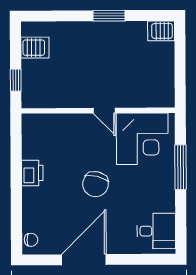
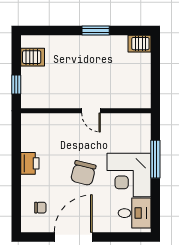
corner desk: (142, 139) -> (129, 175), moved, turned 90
chair: (31, 240) -> (40, 208), moved

